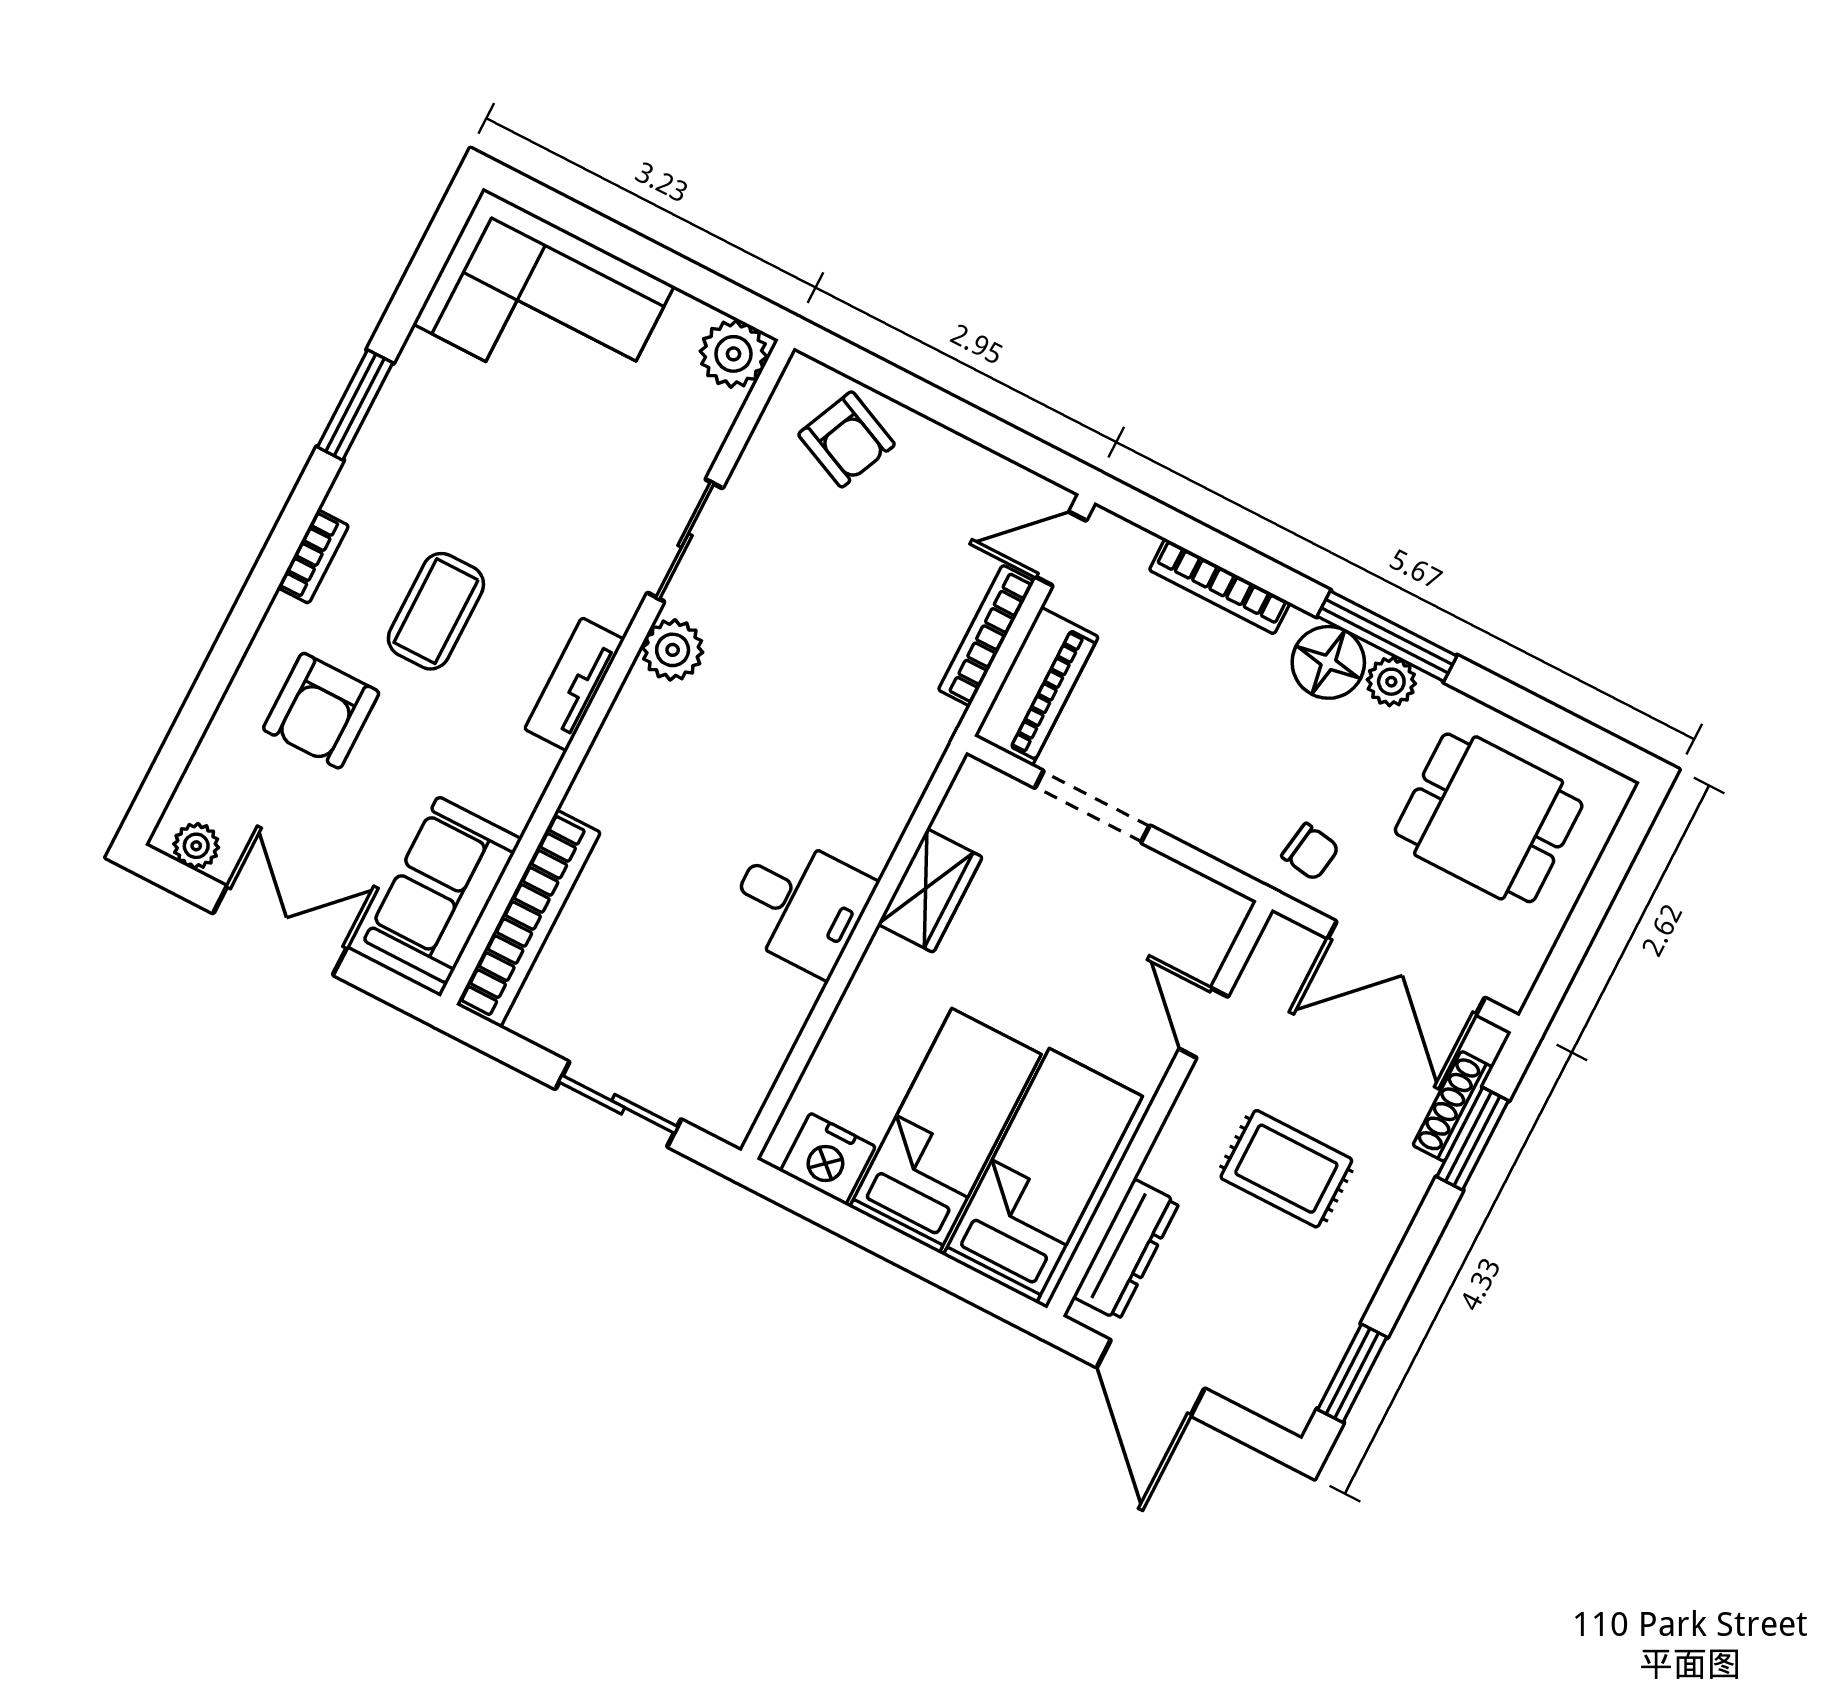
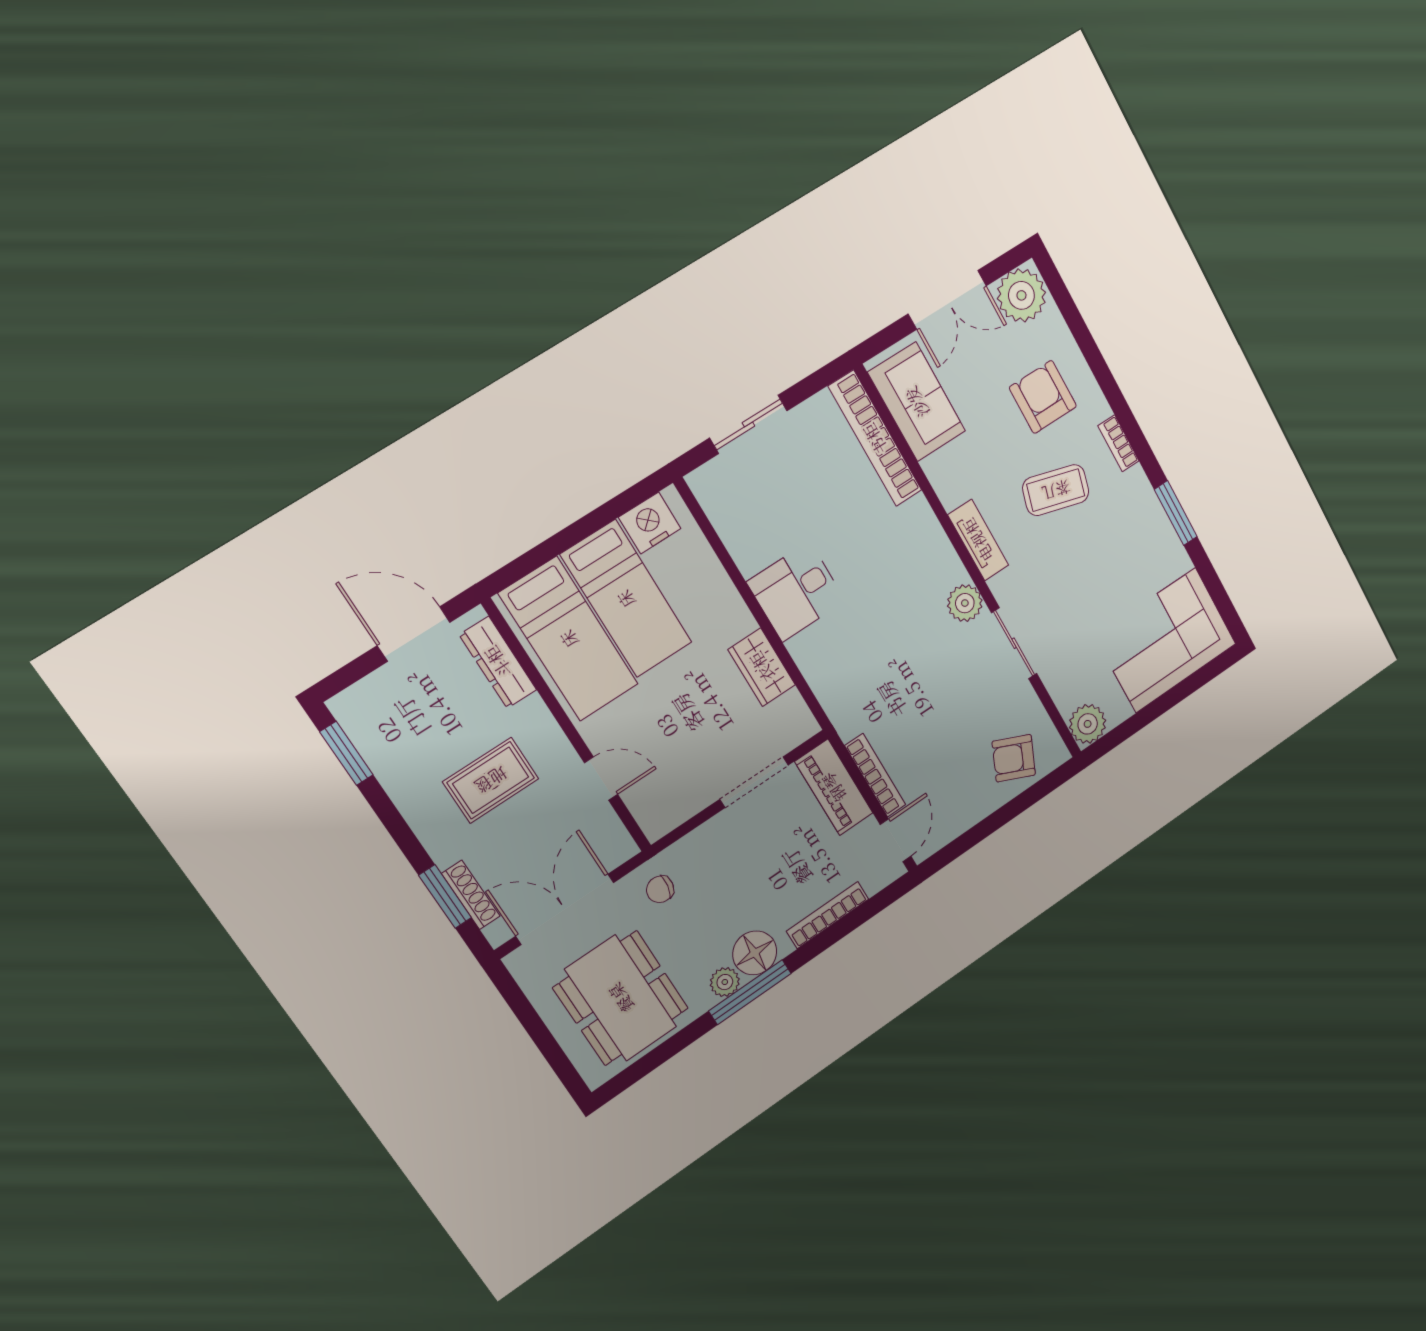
coffee table: (436, 611) -> (1056, 490), turned -74
dining table: (1489, 818) -> (621, 998), width x1.38
plant: (196, 846) -> (1021, 295), width x1.88, depth x1.88

